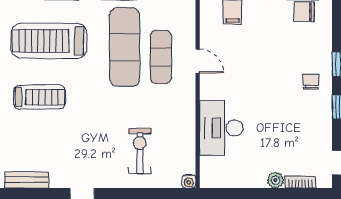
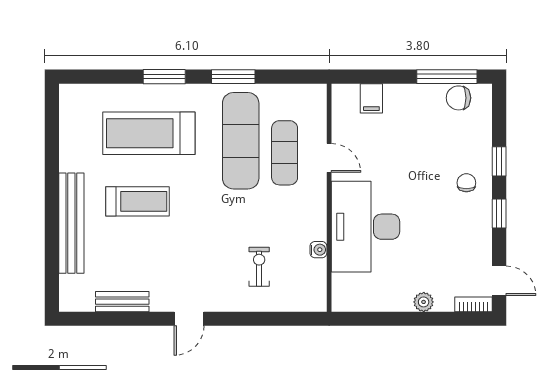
desk: (221, 128) -> (365, 227), width x1.36, depth x1.30
exercise bike: (140, 151) -> (259, 267), width x0.73, depth x0.72
water cooler: (189, 181) -> (318, 250), moved, turned -90
bookcase: (300, 182) -> (474, 304), moved

